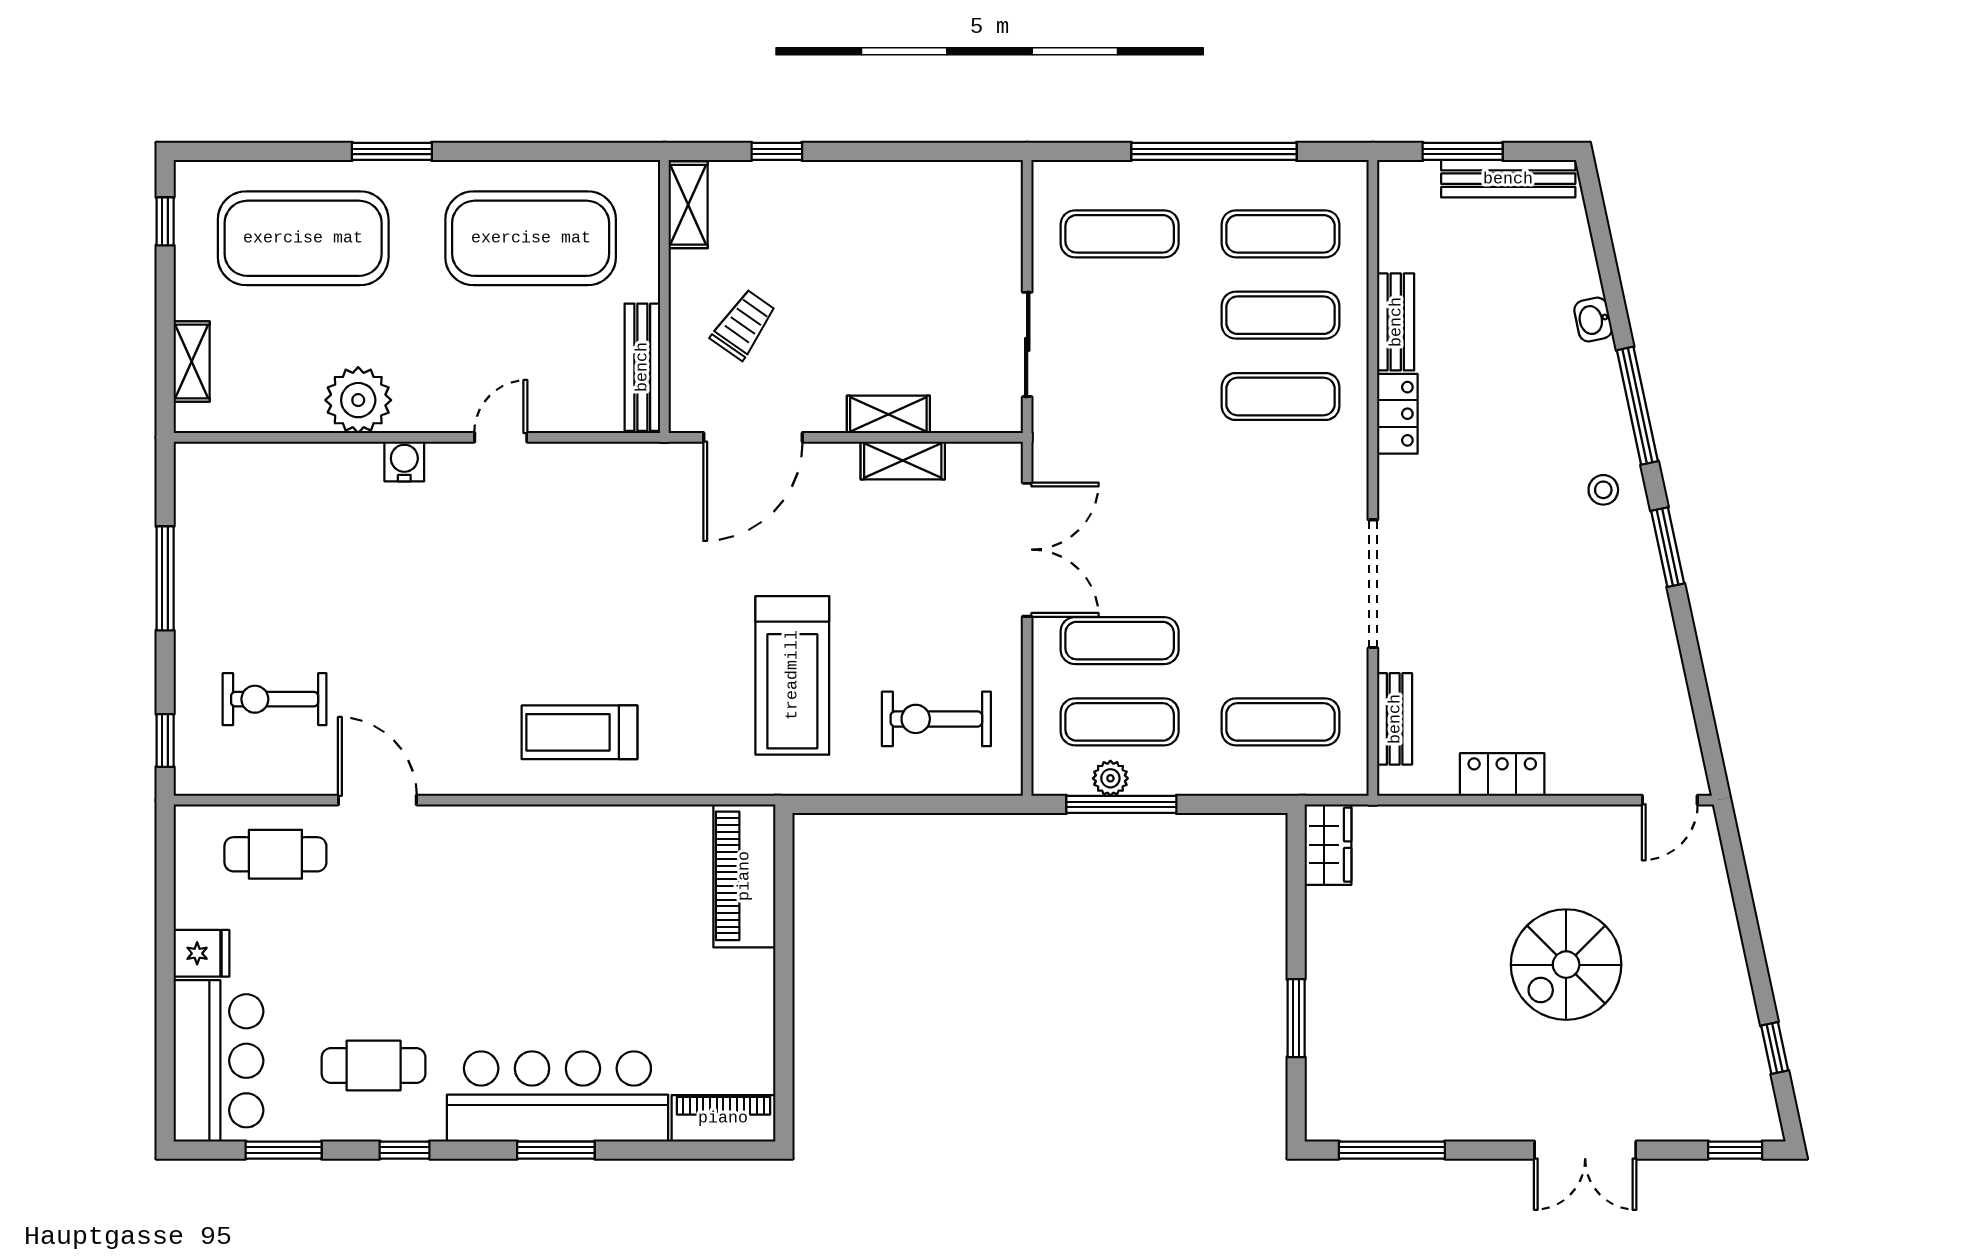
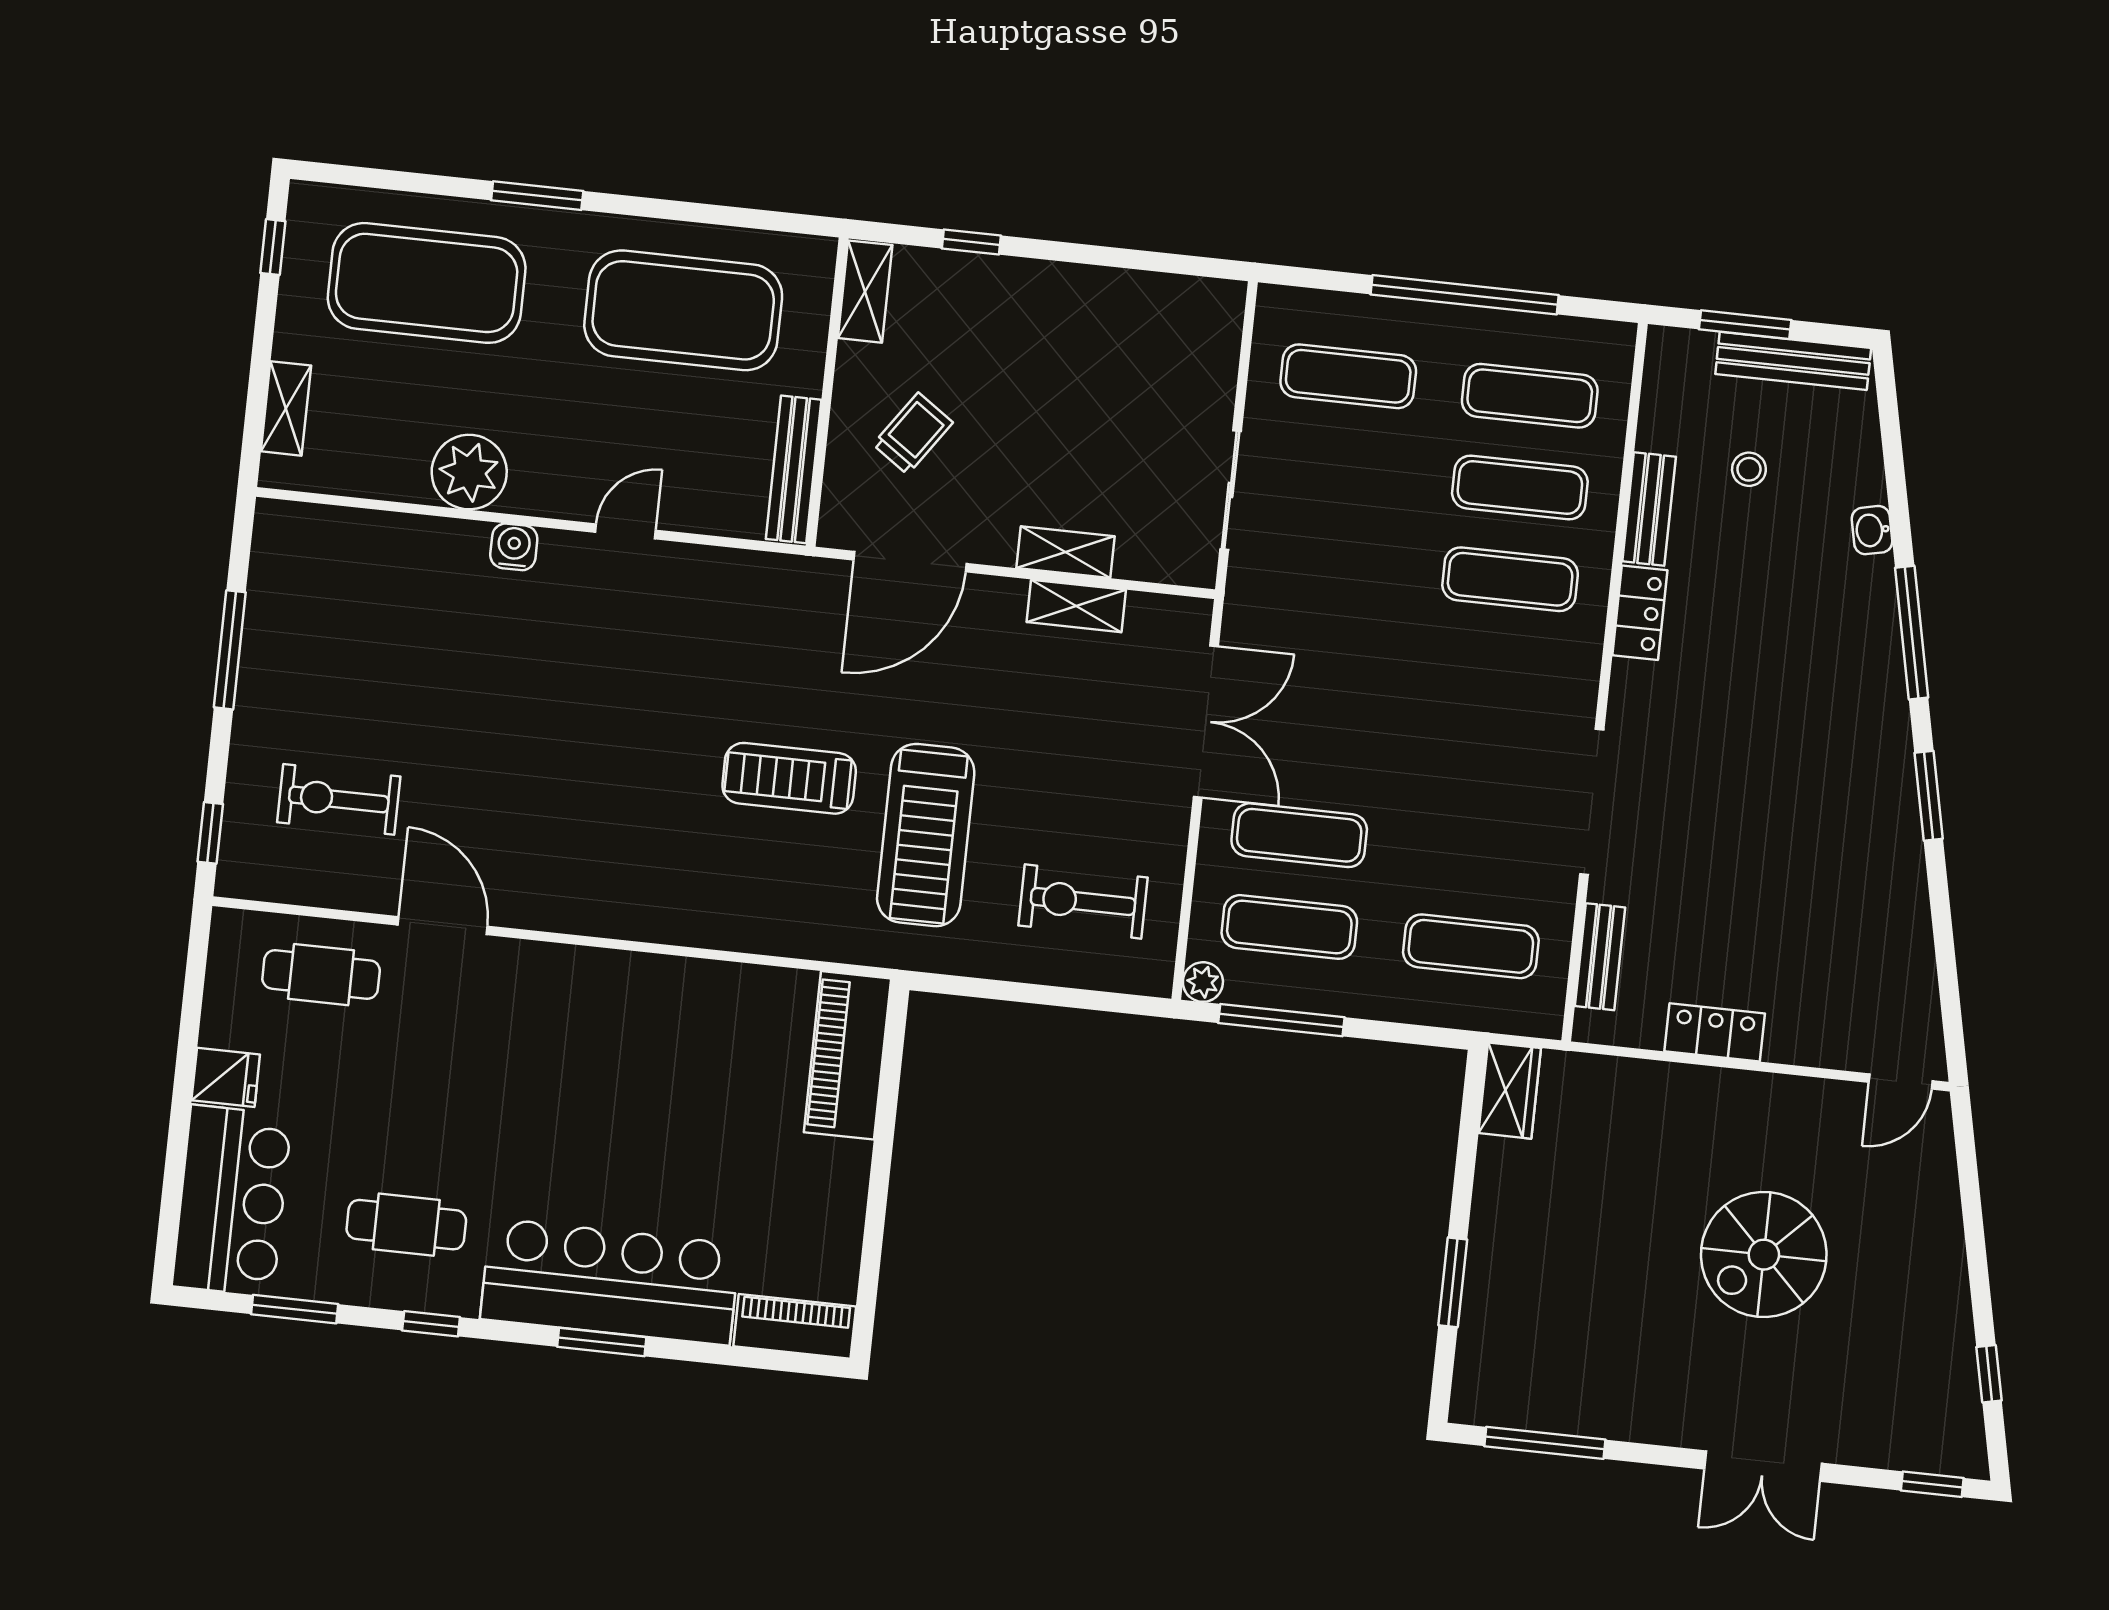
stool: (1603, 490) -> (1749, 469), moved
treadmill: (580, 732) -> (789, 778), moved
plant: (1110, 778) -> (1203, 982), moved

